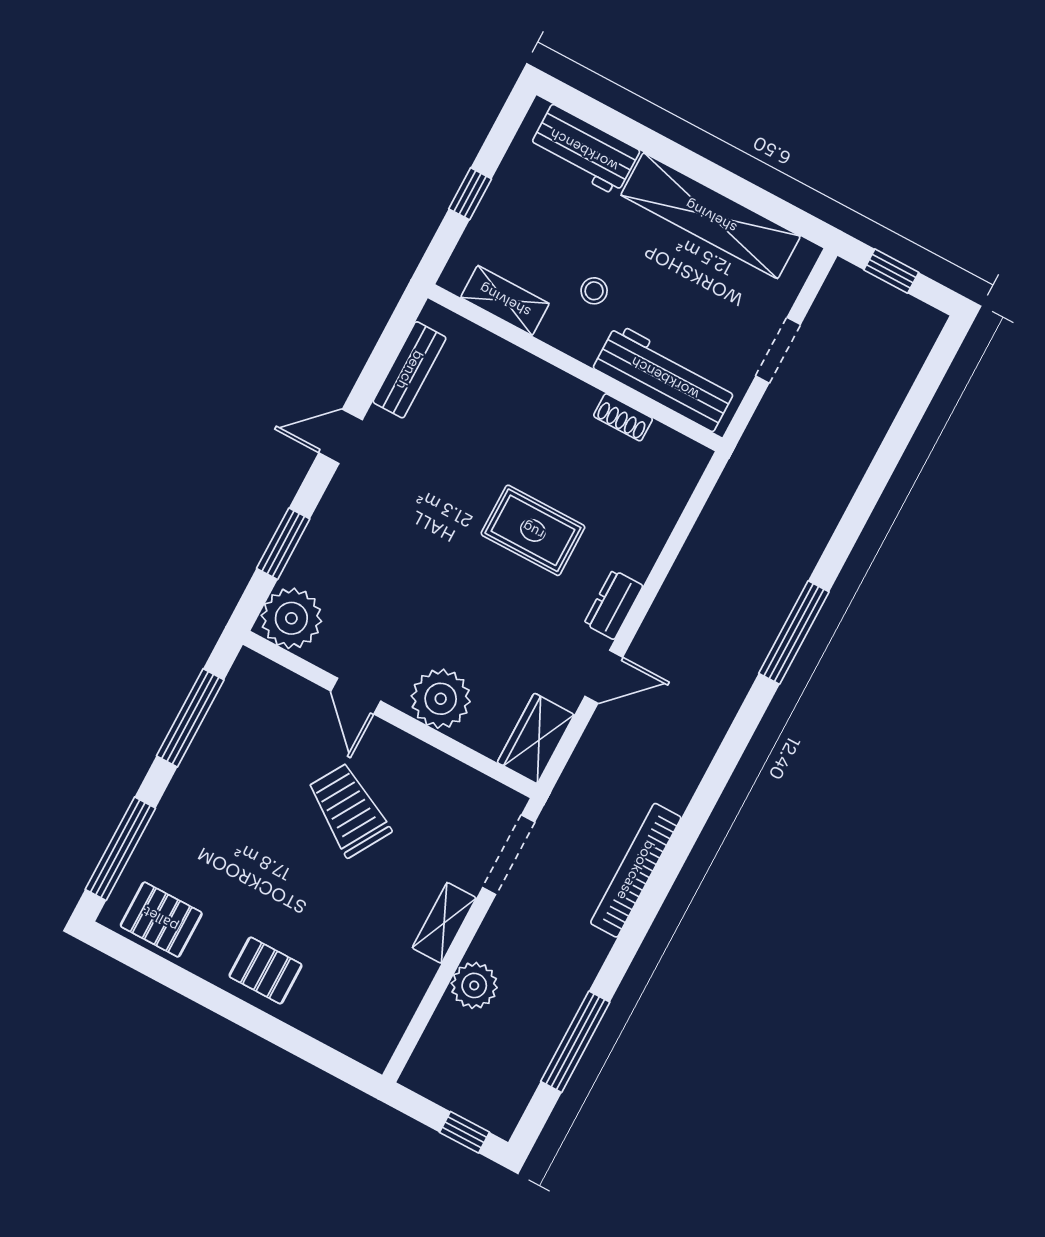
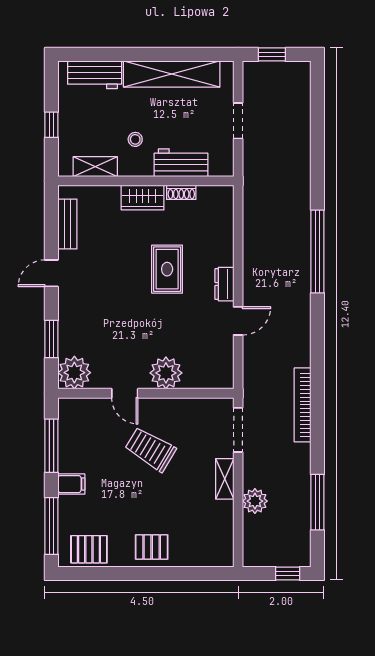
workbench: (665, 378) -> (181, 163), width x0.73
rug: (533, 530) -> (167, 269), turned 90
window: (794, 633) -> (317, 251), width x1.46
wardrobe: (536, 738) -> (143, 198), moved, turned -90
filing cabinet: (189, 798) -> (71, 484), added

